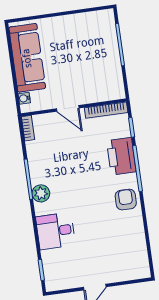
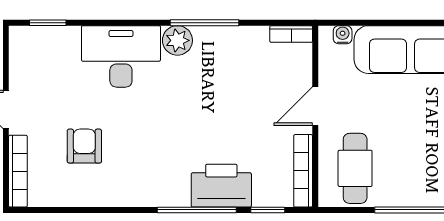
cafe table: (100, 80) -> (355, 168), added
armchair: (126, 200) -> (84, 146), moved, turned -90
desk: (56, 231) -> (121, 56), width x1.37
bookcase: (130, 275) -> (18, 171), added

